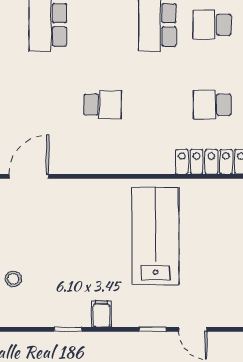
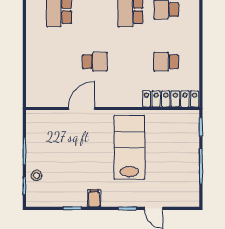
door: (29, 176) -> (82, 109), moved

